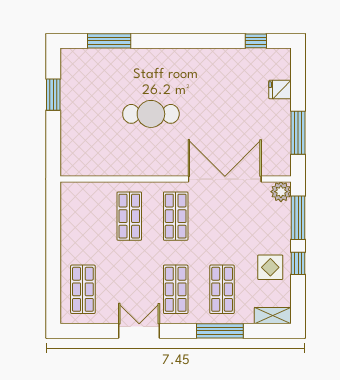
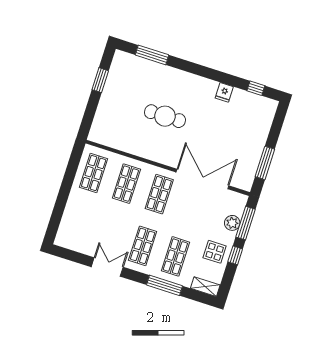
fridge: (280, 90) -> (224, 92), moved, turned -90
plant: (281, 192) -> (232, 223), moved
shop shelf: (83, 289) -> (94, 173), moved

